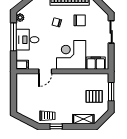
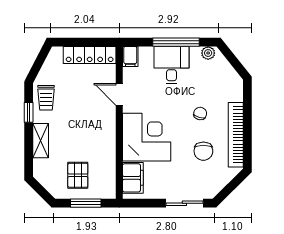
locker: (21, 89) -> (90, 55), added
shelving: (83, 119) -> (41, 141), moved

